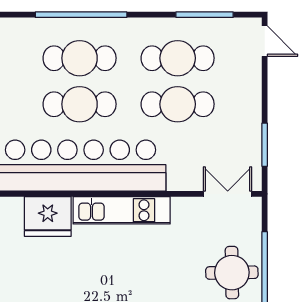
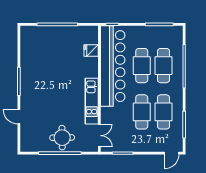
kitchen unit: (122, 210) -> (92, 101), moved
fridge: (48, 216) -> (91, 51), width x0.53, depth x0.75

